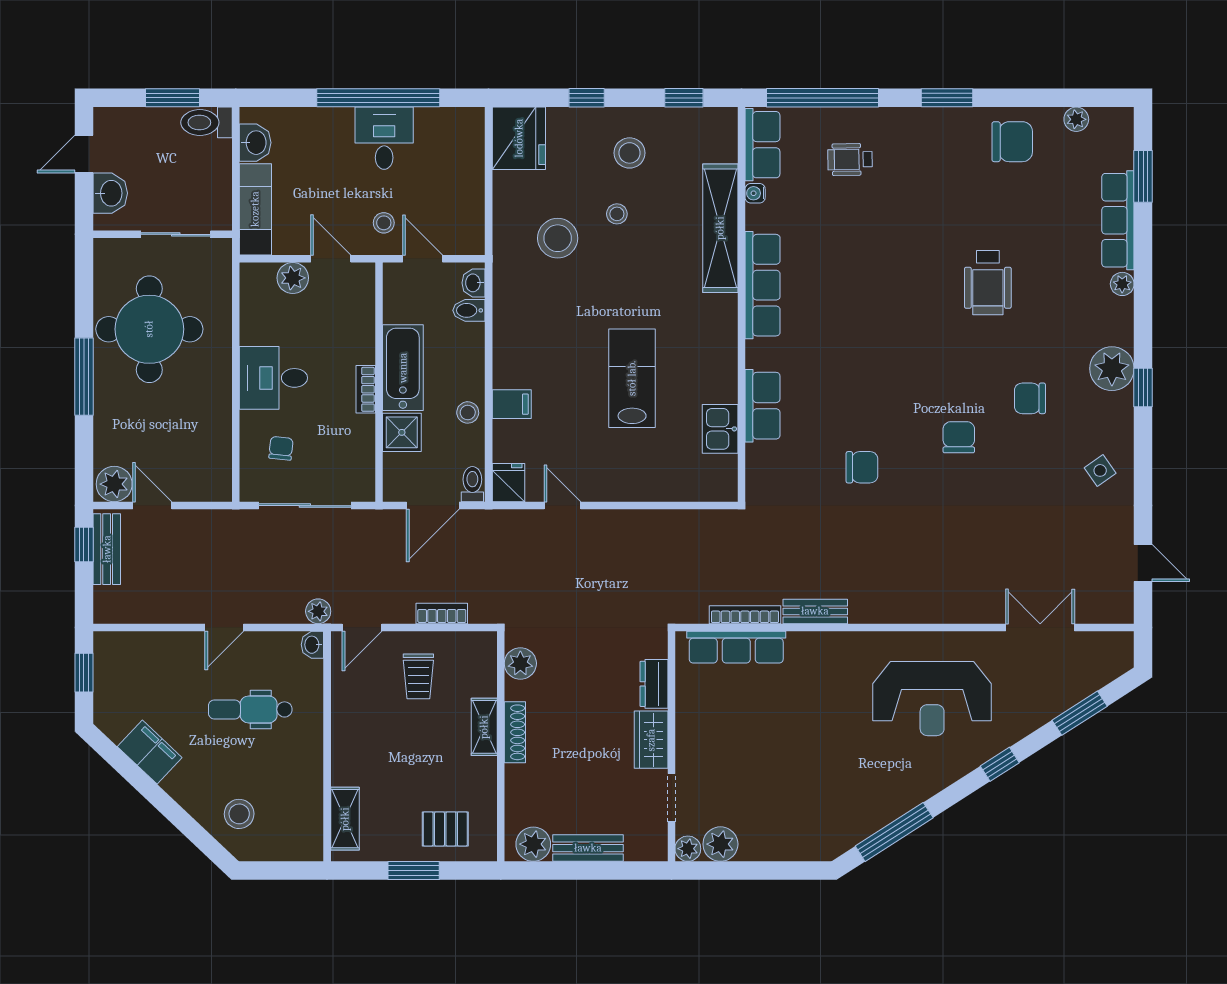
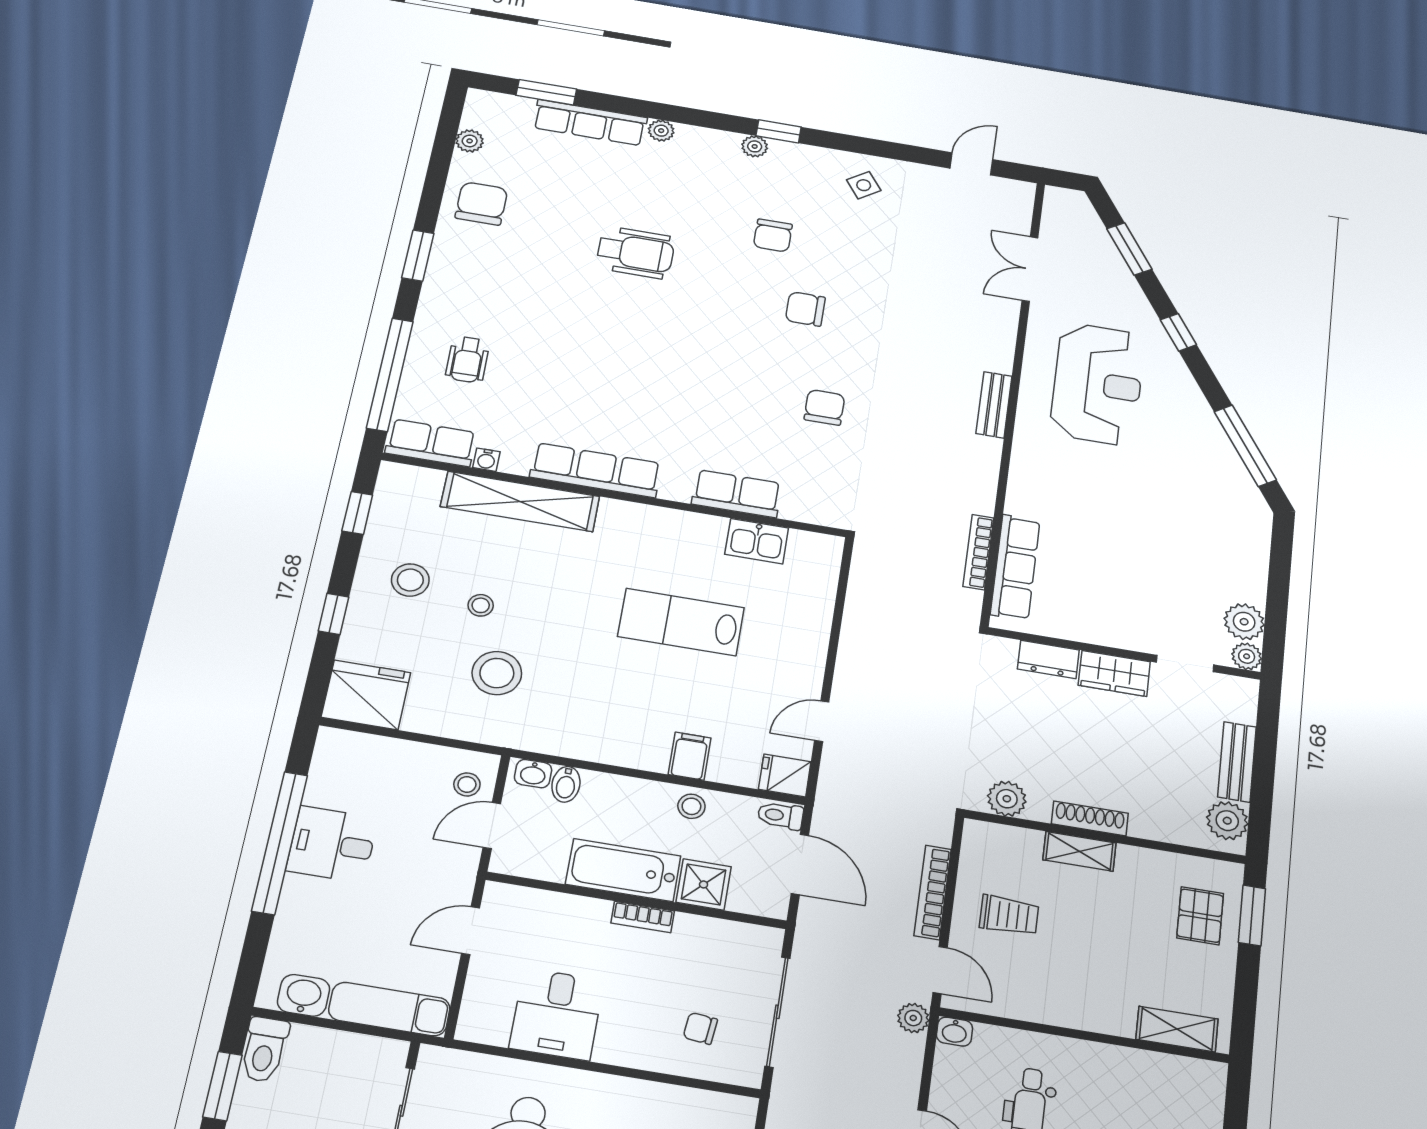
stool: (384, 223) -> (467, 784), moved
plant: (293, 278) -> (486, 979), removed
plant: (1112, 369) -> (755, 146), width x0.53, depth x0.53
desk: (273, 378) -> (557, 1014), moved
bench: (815, 611) -> (994, 405), moved
bookcase: (442, 614) -> (933, 892), width x1.56
window: (414, 871) -> (1252, 915), moved

